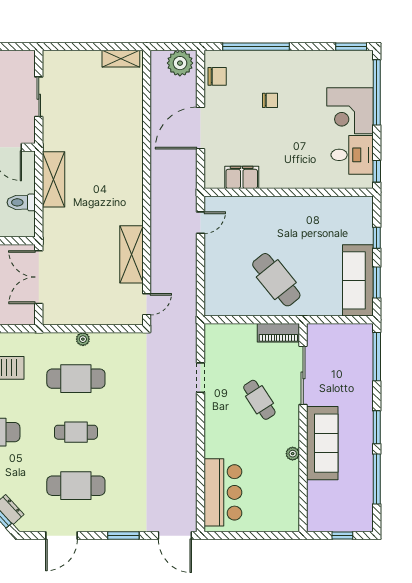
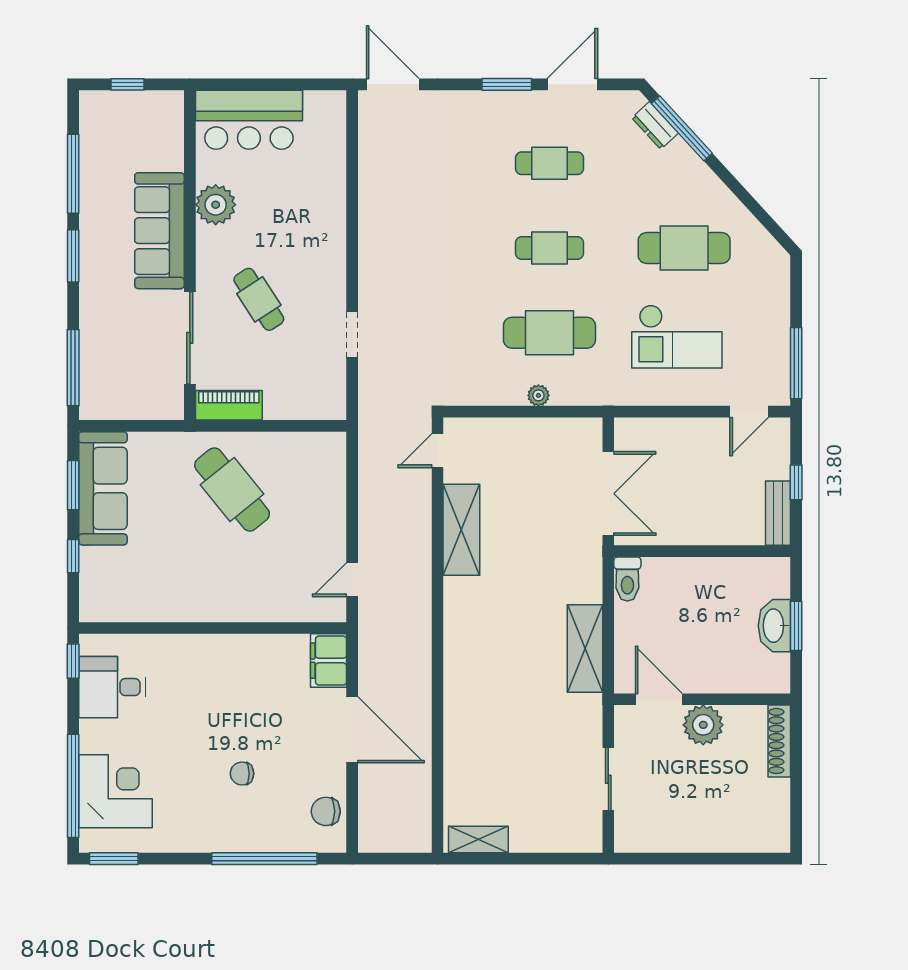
plant: (180, 63) -> (385, 832), removed
corner desk: (350, 111) -> (115, 791), moved
door: (201, 128) -> (352, 730), hinge flipped
filing cabinet: (242, 177) -> (328, 661), moved, turned 90
toilet: (21, 202) -> (627, 579), moved, turned 90
plant: (293, 454) -> (216, 205), width x1.88, depth x1.88
cafe table: (76, 486) -> (549, 163), width x0.73, depth x0.74
bar counter: (223, 492) -> (249, 120), moved, turned -90
window: (123, 536) -> (507, 84), moved

